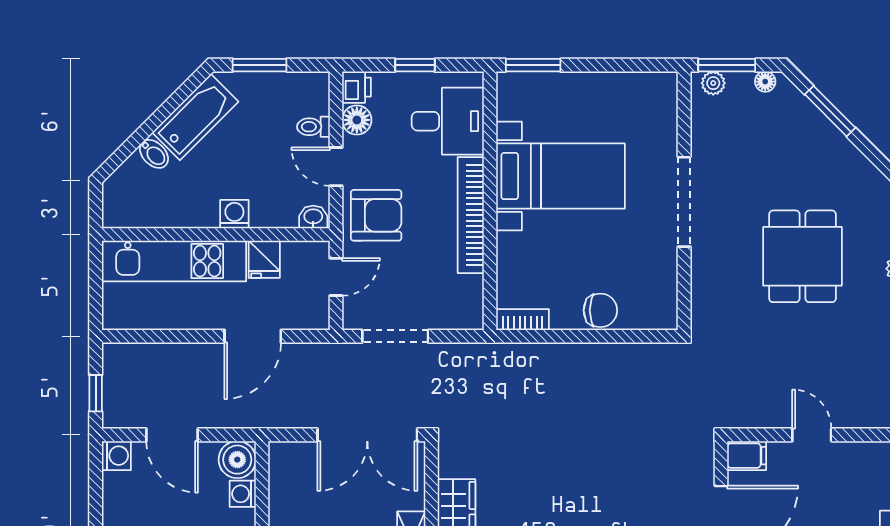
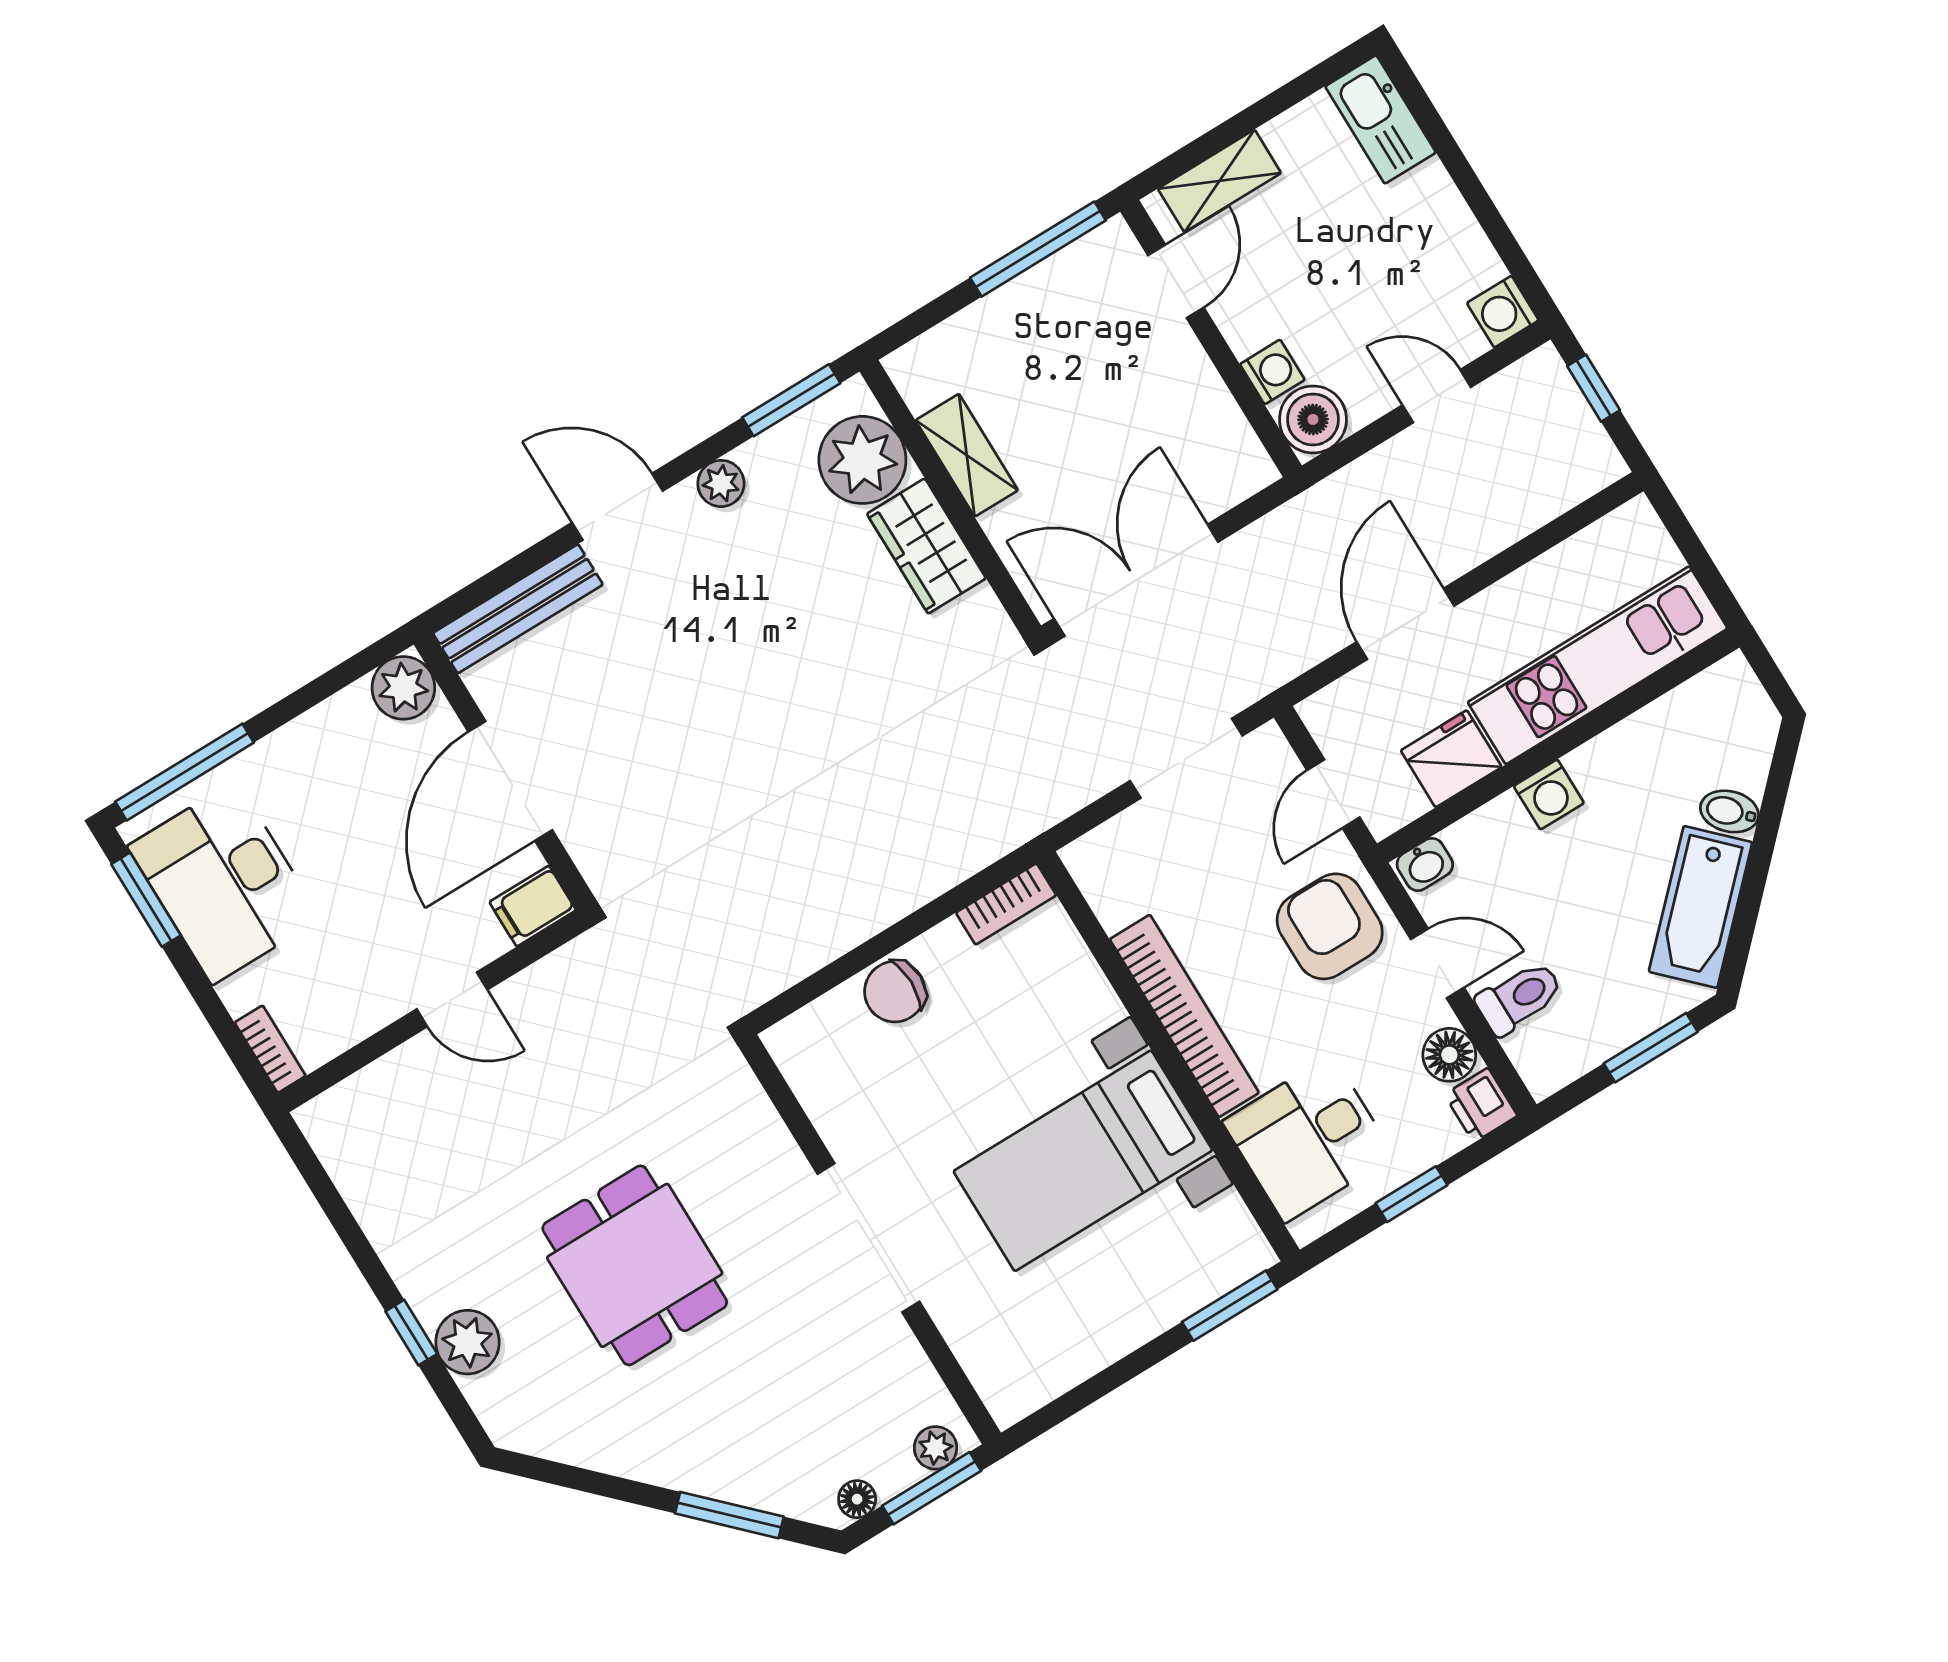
toilet: (313, 127) -> (1519, 998), width x1.37, depth x1.39
armchair: (376, 215) -> (1330, 926), turned 90
fridge: (264, 259) -> (1451, 759), width x1.38
door: (172, 435) -> (1437, 396), width x0.73

